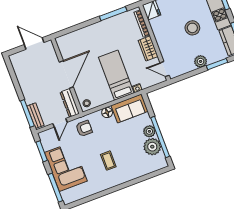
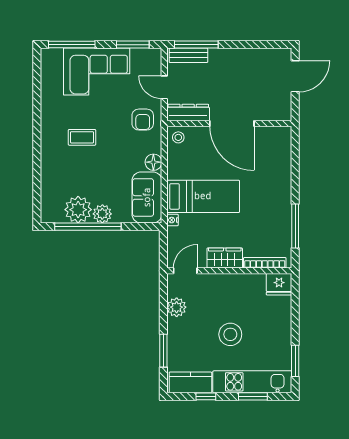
door: (34, 44) -> (295, 76), moved
plant: (201, 61) -> (177, 307), moved

